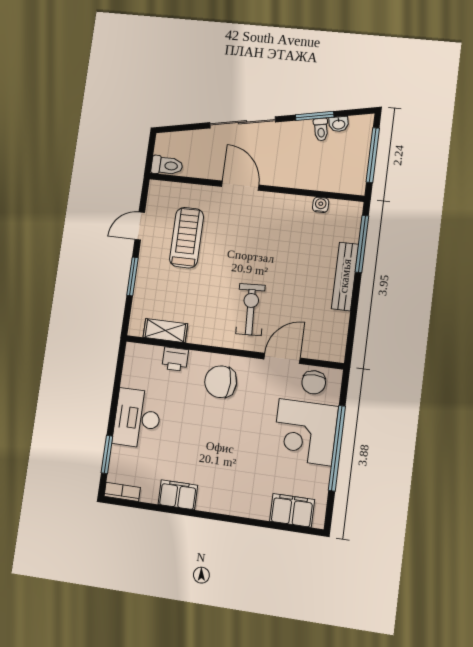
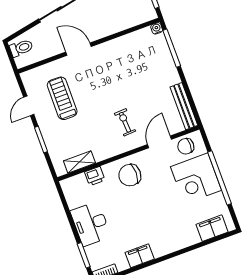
toilet: (167, 165) -> (21, 48), moved
water cooler: (321, 205) -> (157, 28), moved
bench: (345, 276) -> (184, 106), moved
exercise bike: (250, 310) -> (125, 122), width x0.73, depth x0.72
chair: (314, 382) -> (186, 146), turned 90

